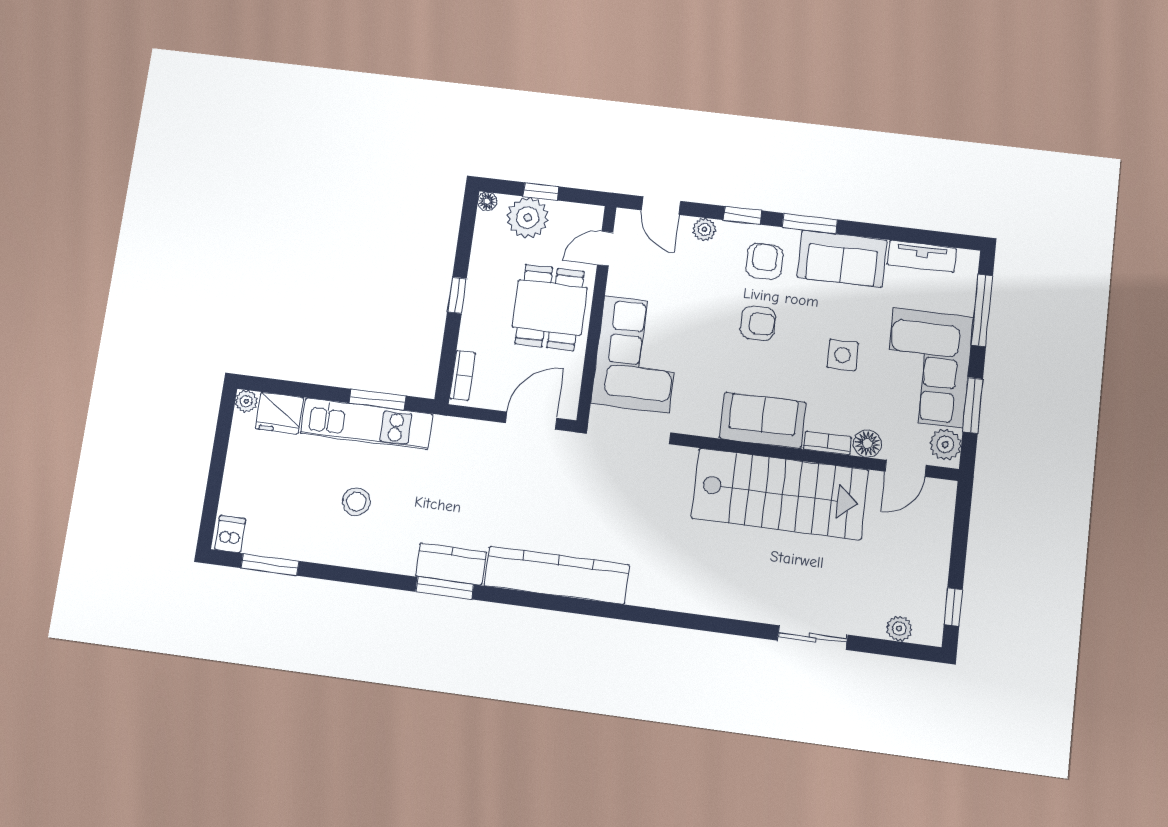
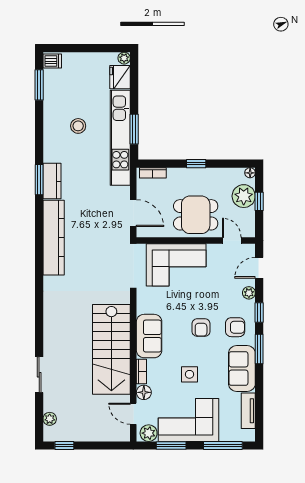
kitchen unit: (366, 424) -> (120, 138), width x1.36

